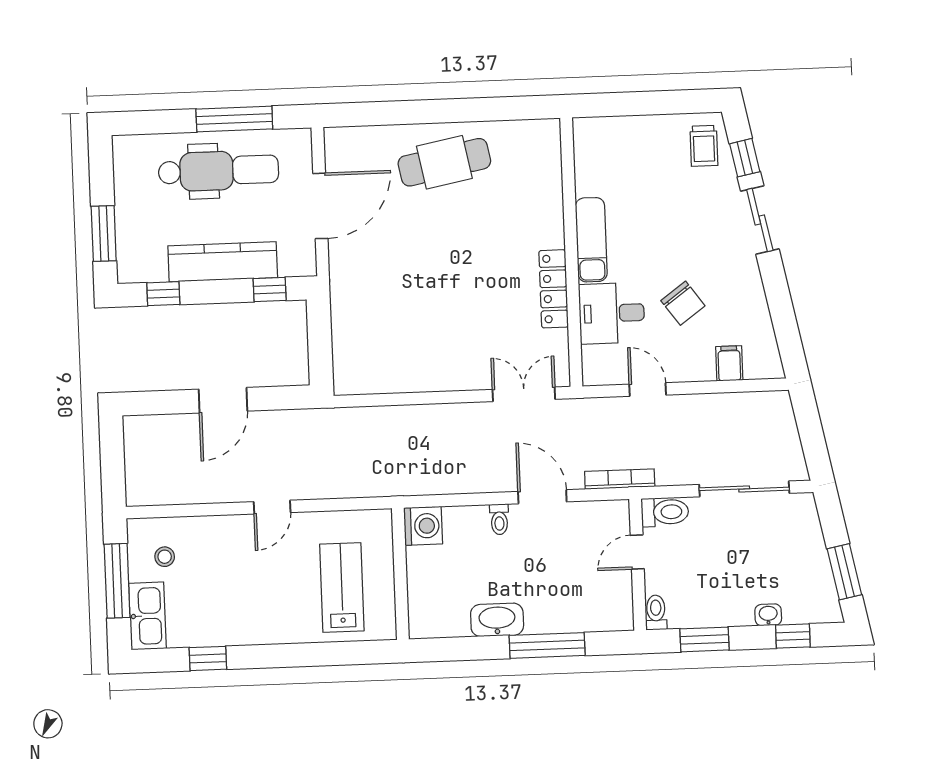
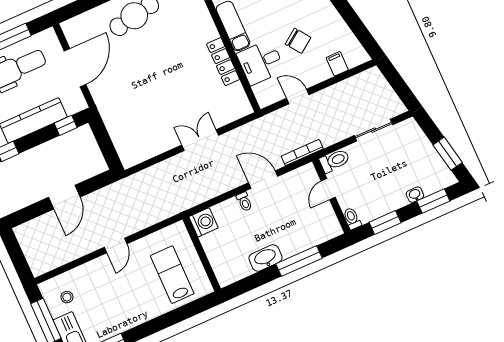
double door: (524, 394) -> (200, 140), moved
sliding door: (744, 489) -> (373, 130), width x0.73
window: (793, 636) -> (433, 201), width x1.50

